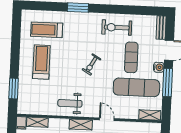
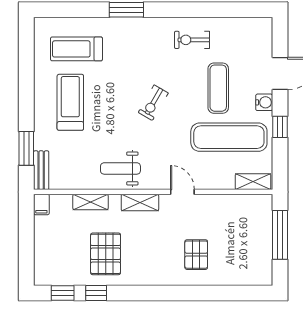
exercise bike: (117, 27) -> (192, 40), width x0.73, depth x0.72
bench: (161, 28) -> (41, 170), moved
window: (168, 83) -> (280, 127), width x0.46
shelving: (37, 122) -> (91, 202), moved

